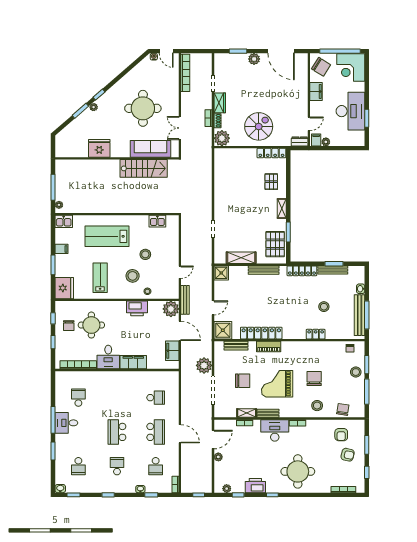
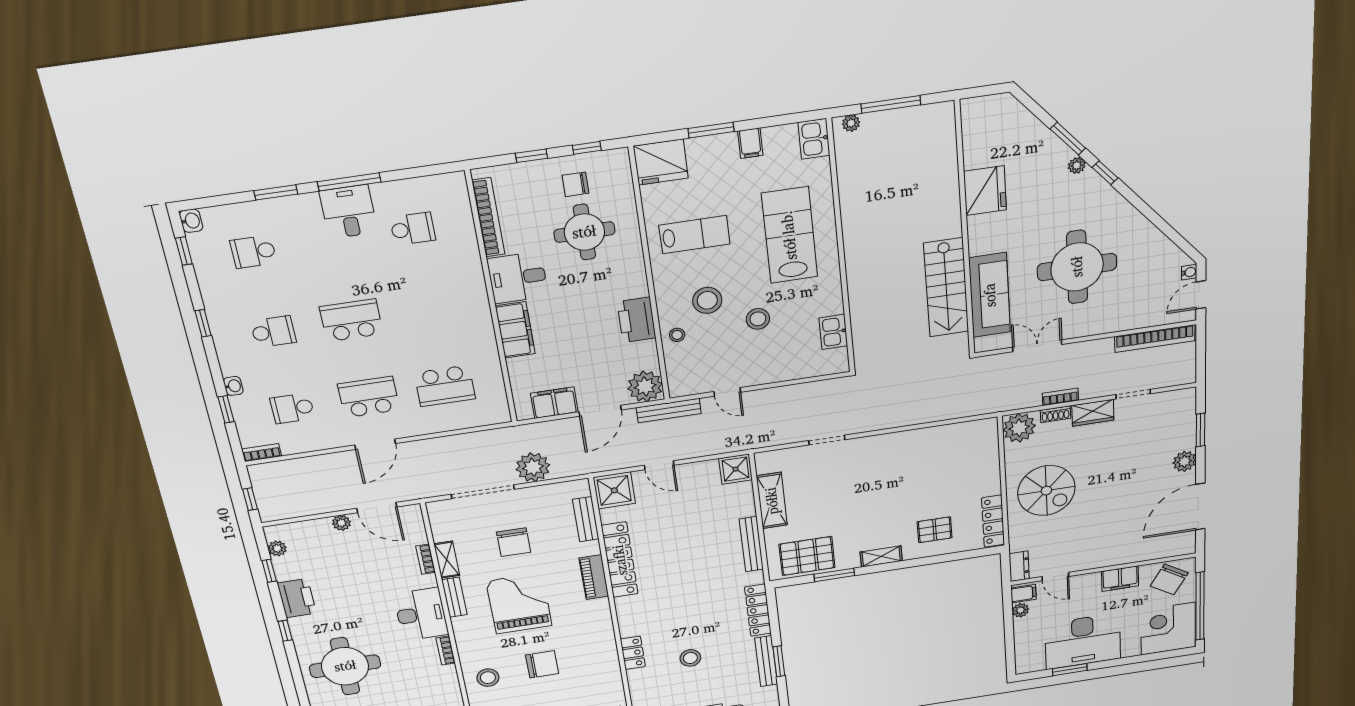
school desk: (156, 398) -> (445, 386), width x1.85
school desk: (156, 432) -> (369, 397), turned 180

